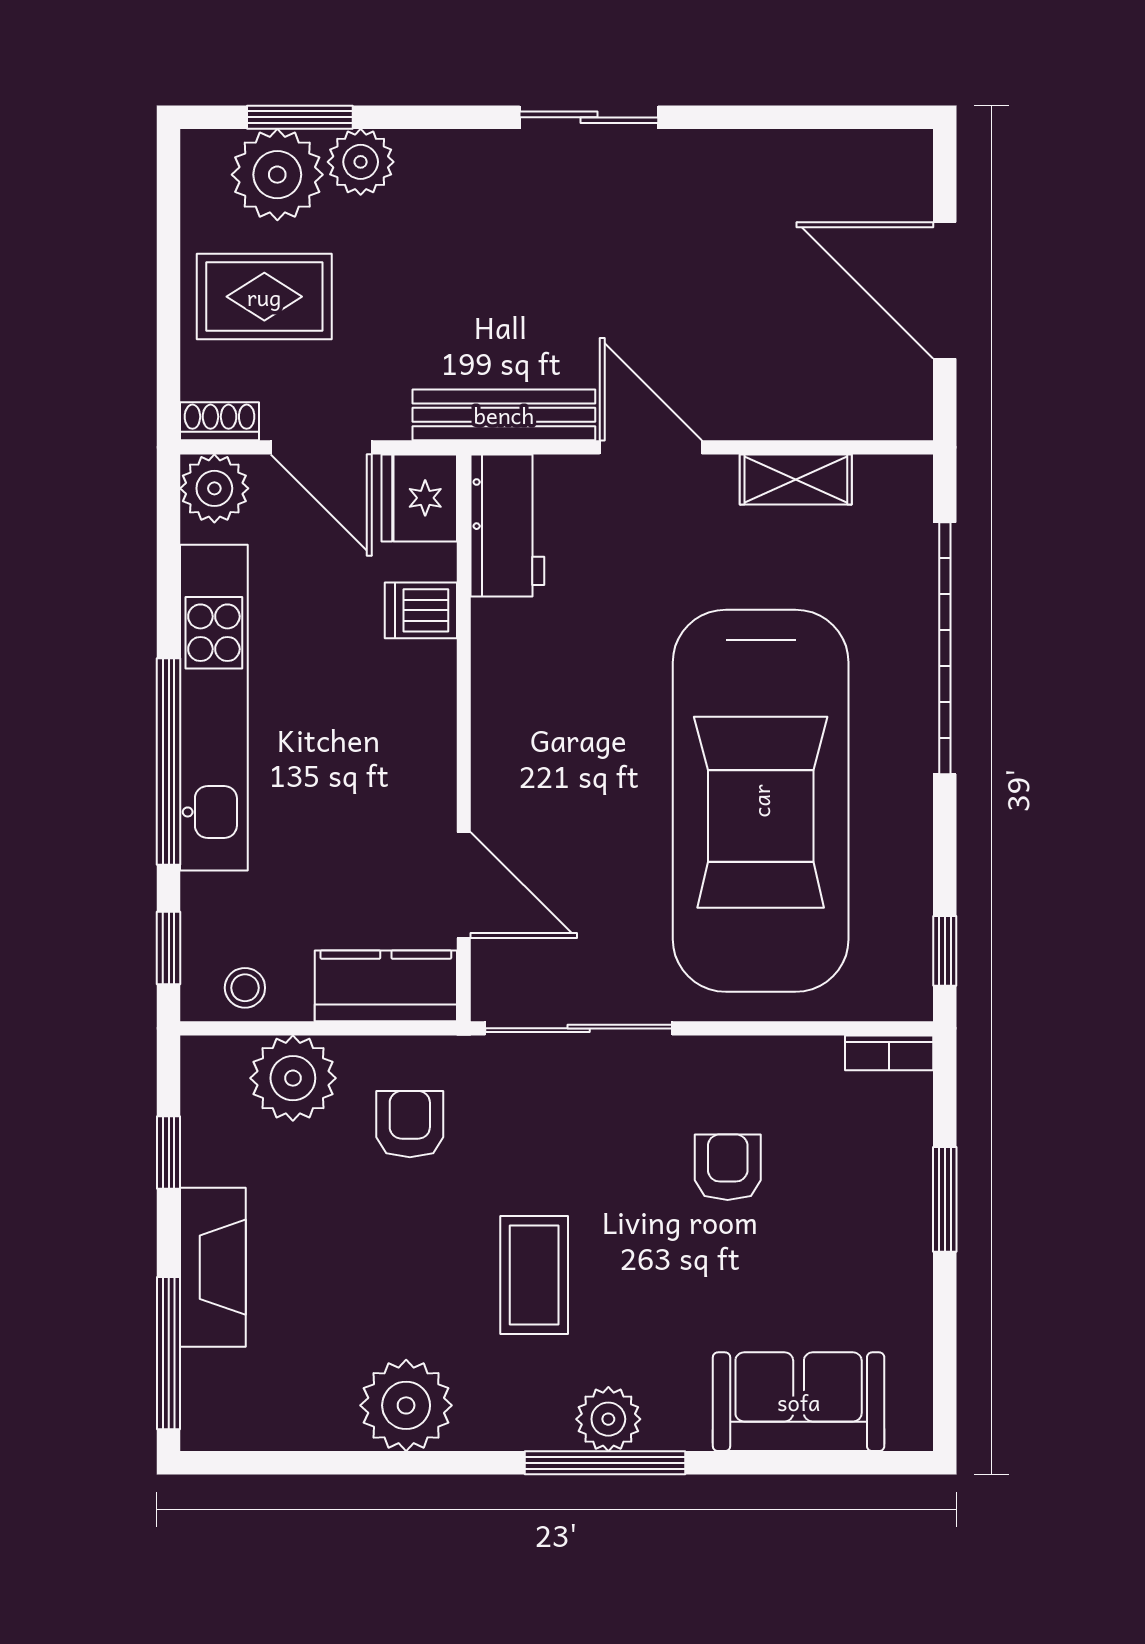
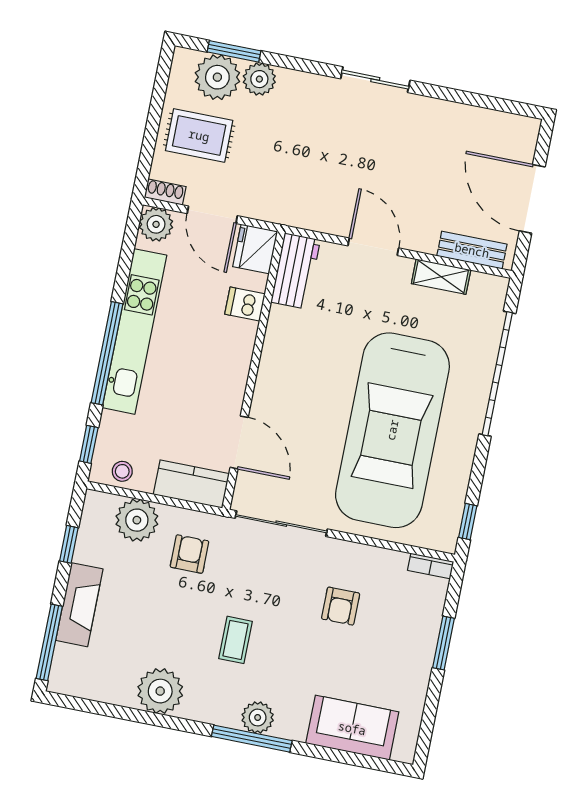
bench: (504, 415) -> (472, 250), moved, width x0.73
armchair: (728, 1167) -> (341, 606), turned 180
coffee table: (534, 1275) -> (235, 640), width x0.73, depth x0.77

